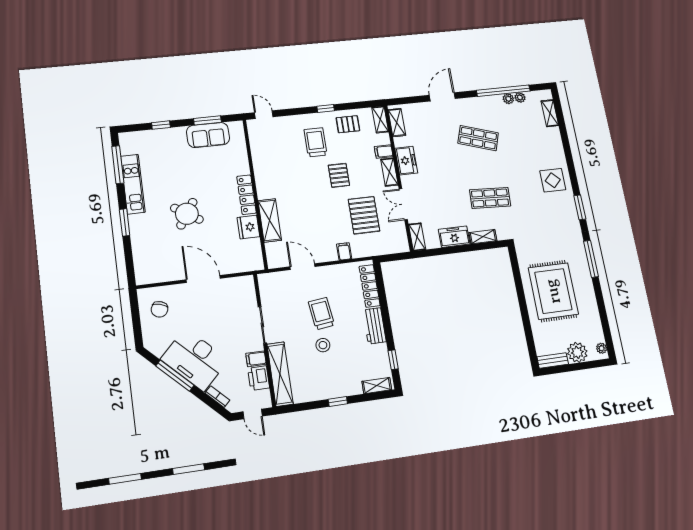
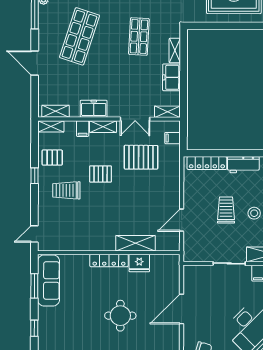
pallet: (348, 124) -> (52, 158), turned 90
sofa: (208, 135) -> (49, 280), width x1.36
shop shelf: (478, 138) -> (79, 36), width x1.43, depth x1.36
round table: (187, 214) -> (120, 316), turned -33
filing cabinet: (344, 251) -> (172, 138), moved
trolley: (321, 314) -> (226, 210), turned 97

